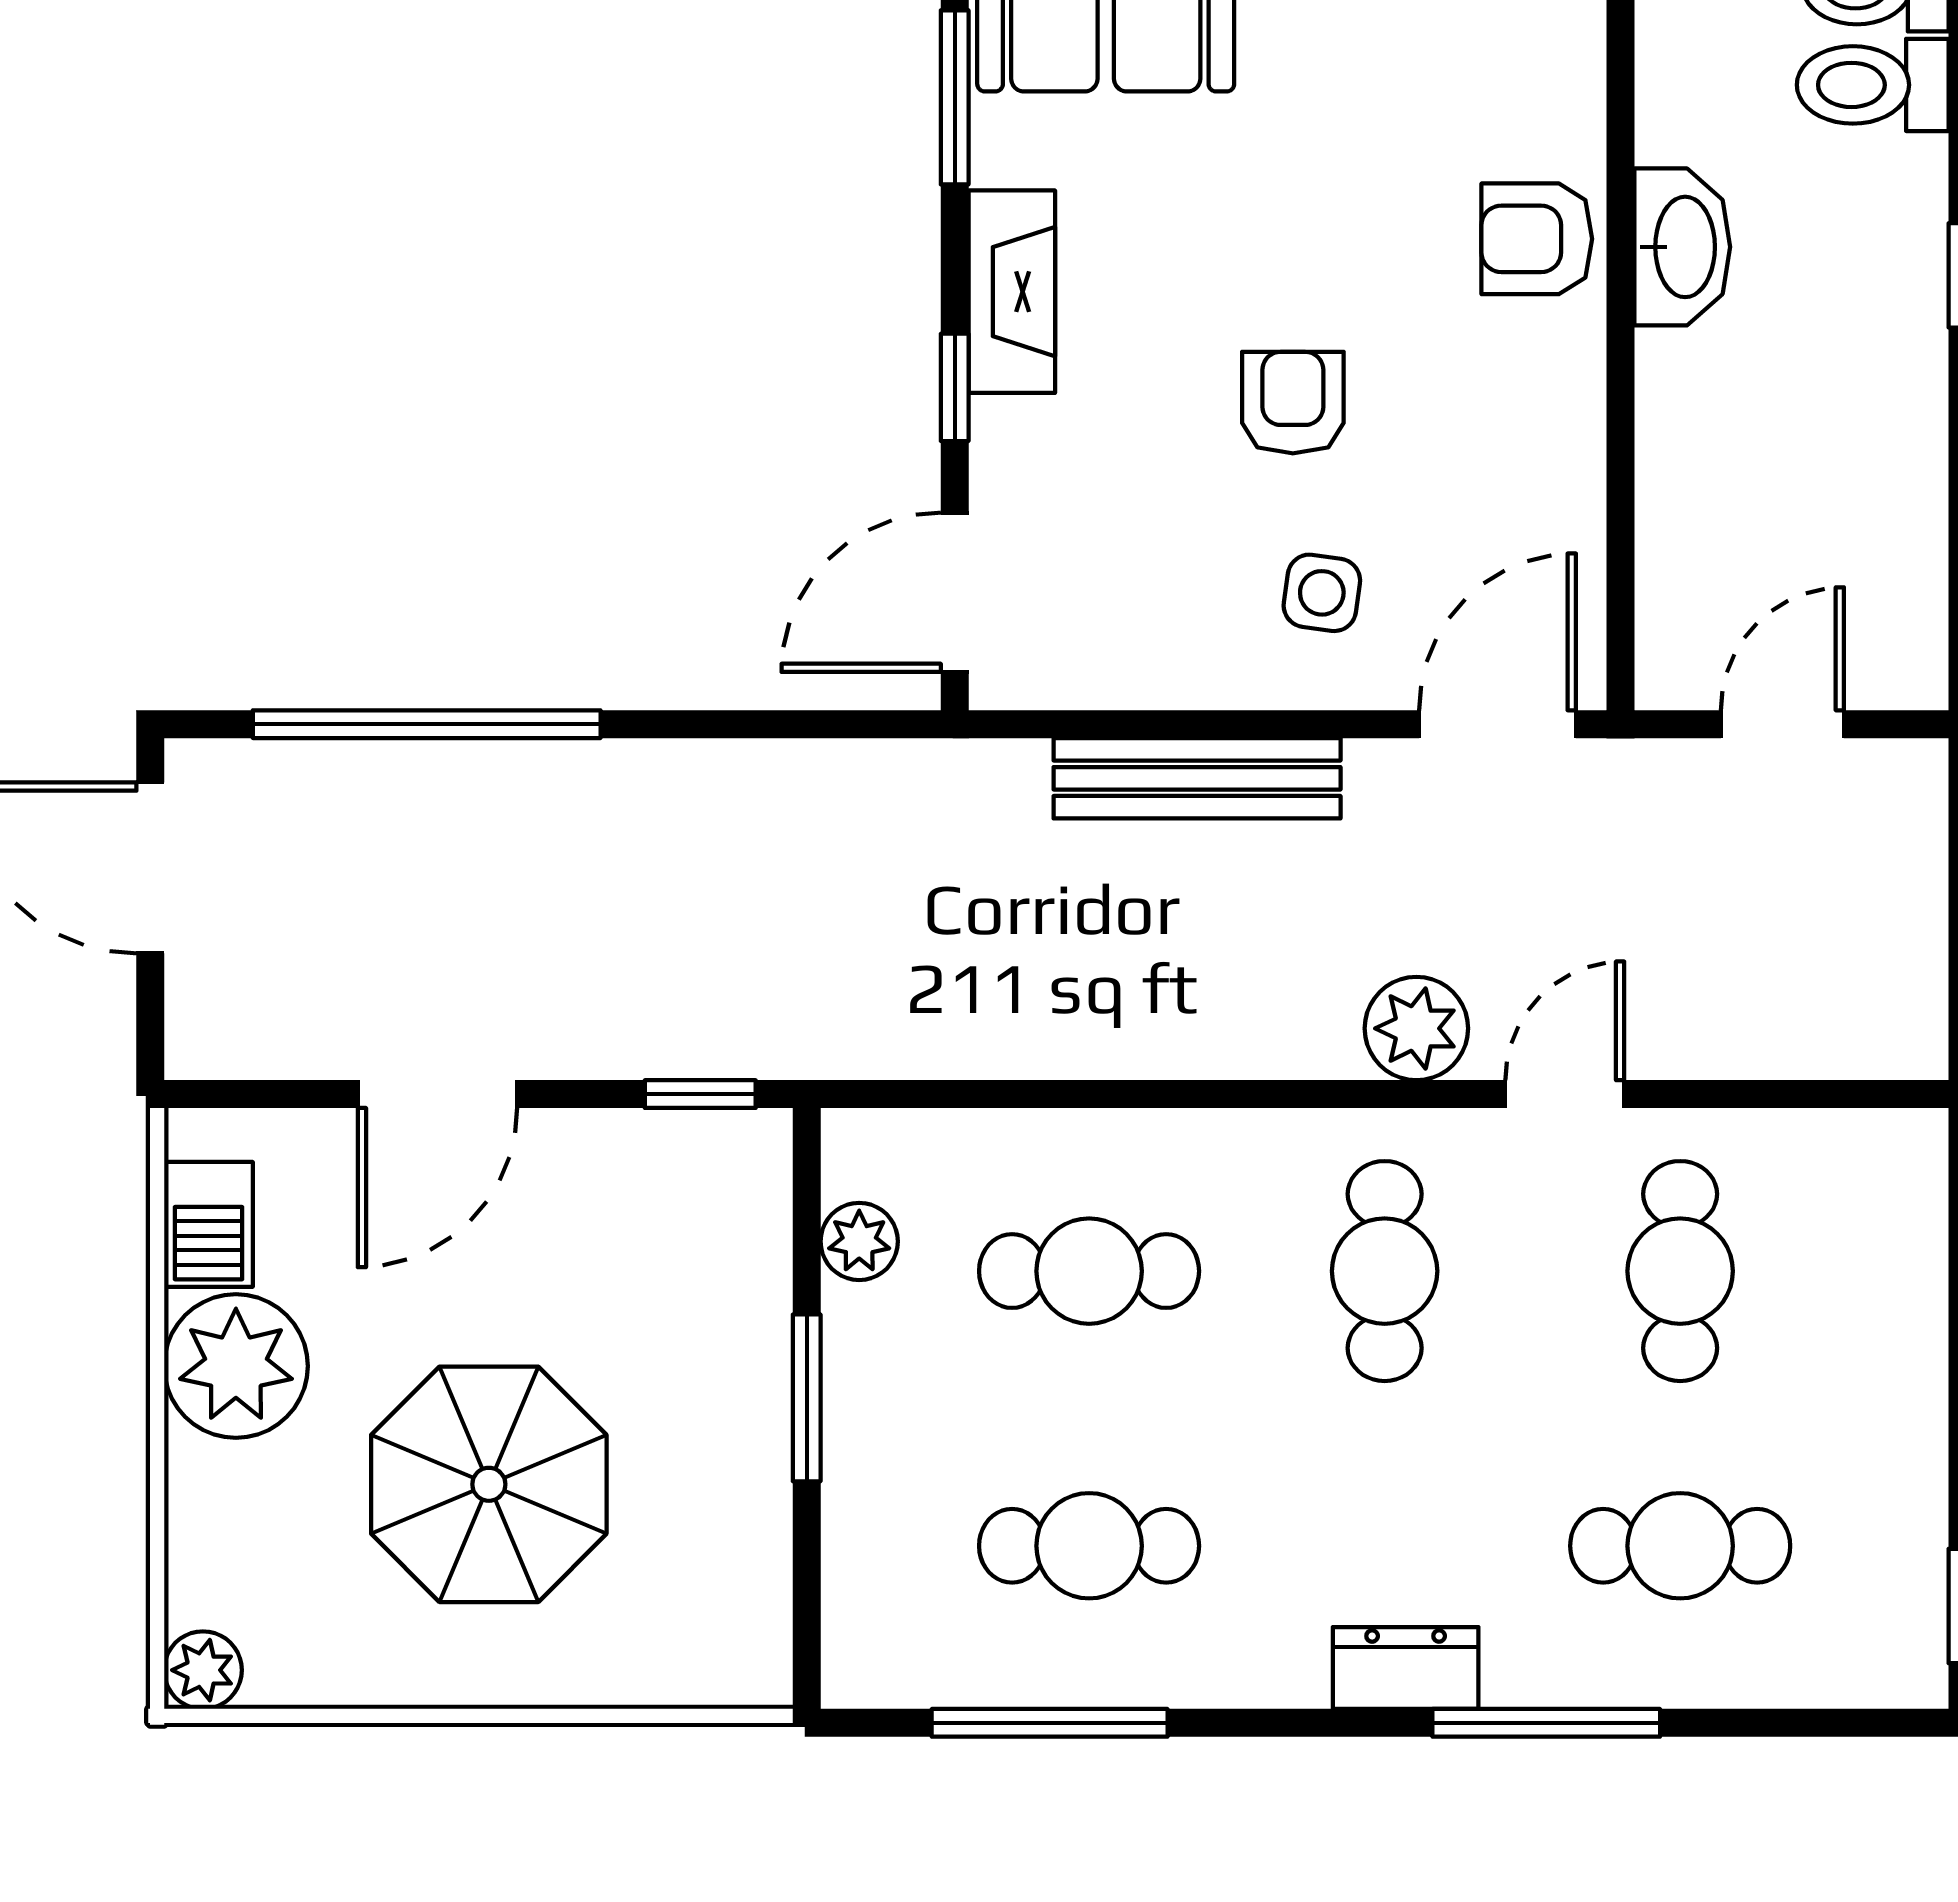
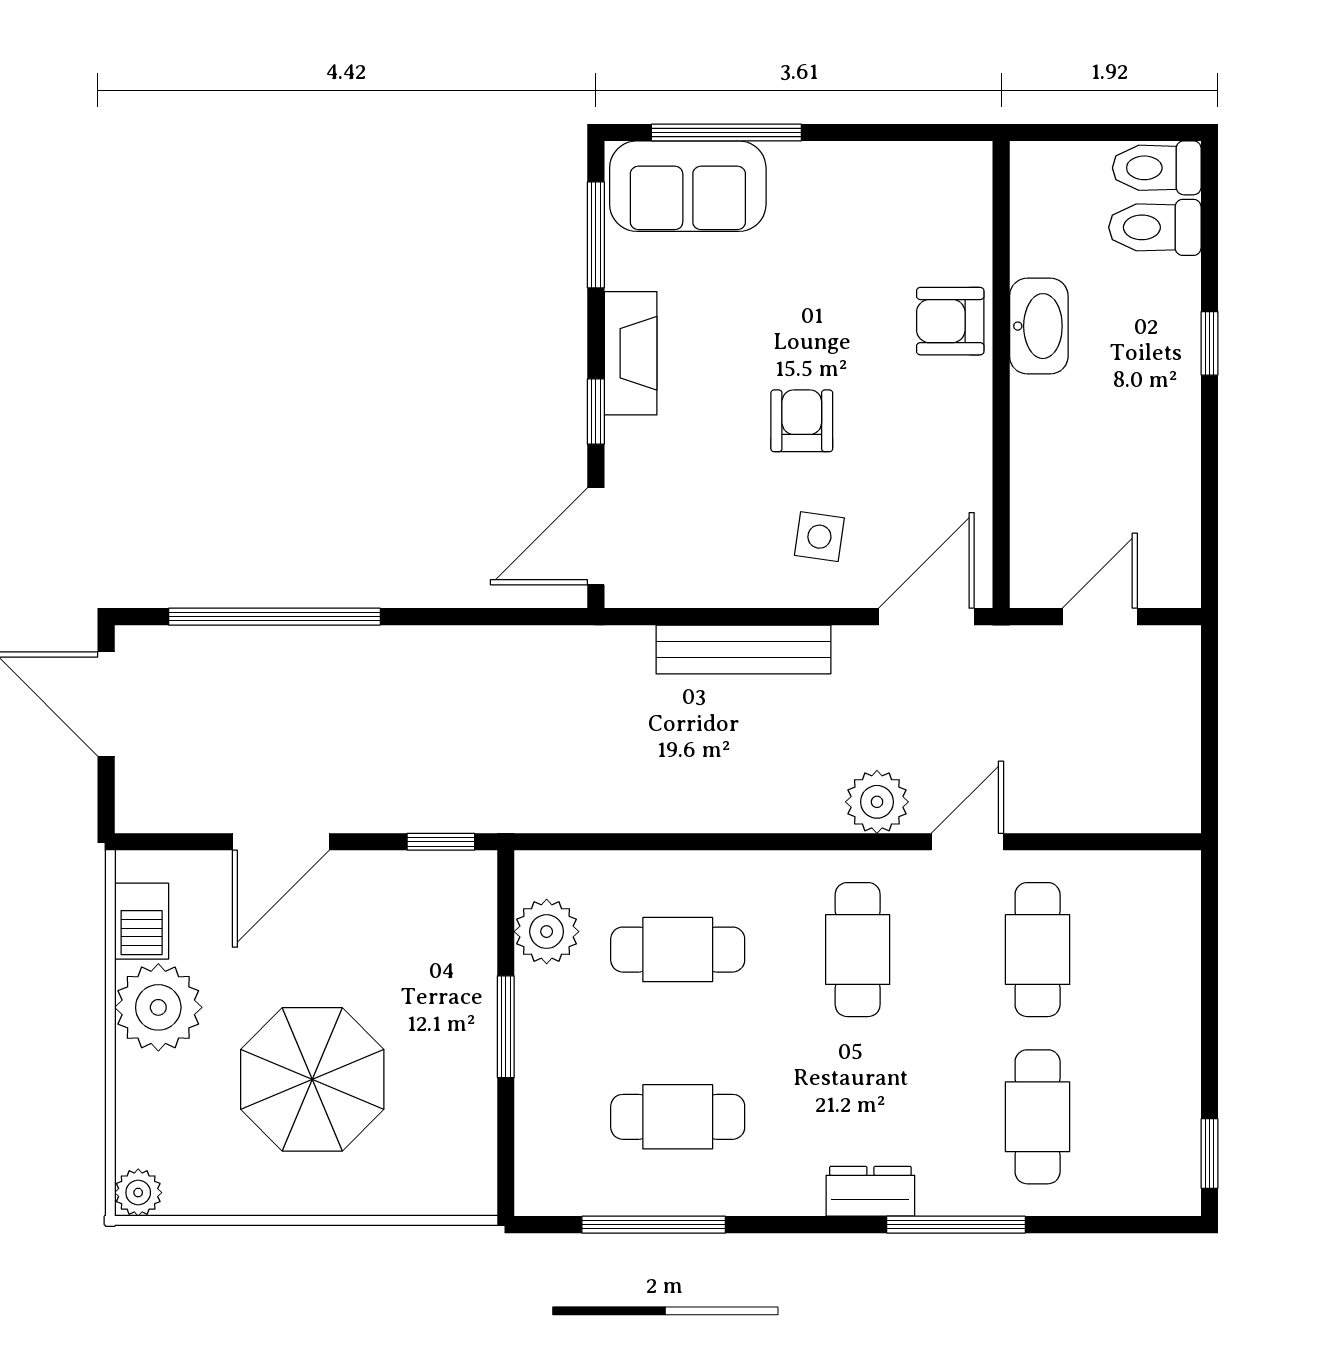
plant: (859, 1241) -> (547, 932), width x1.38, depth x1.38
cafe table: (1680, 1546) -> (1038, 1117), turned 90

